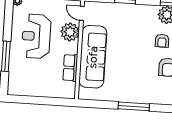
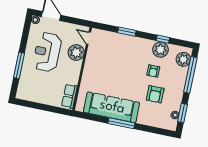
sofa: (93, 57) -> (112, 107), moved, turned -90
row of seats: (70, 68) -> (69, 96), moved

